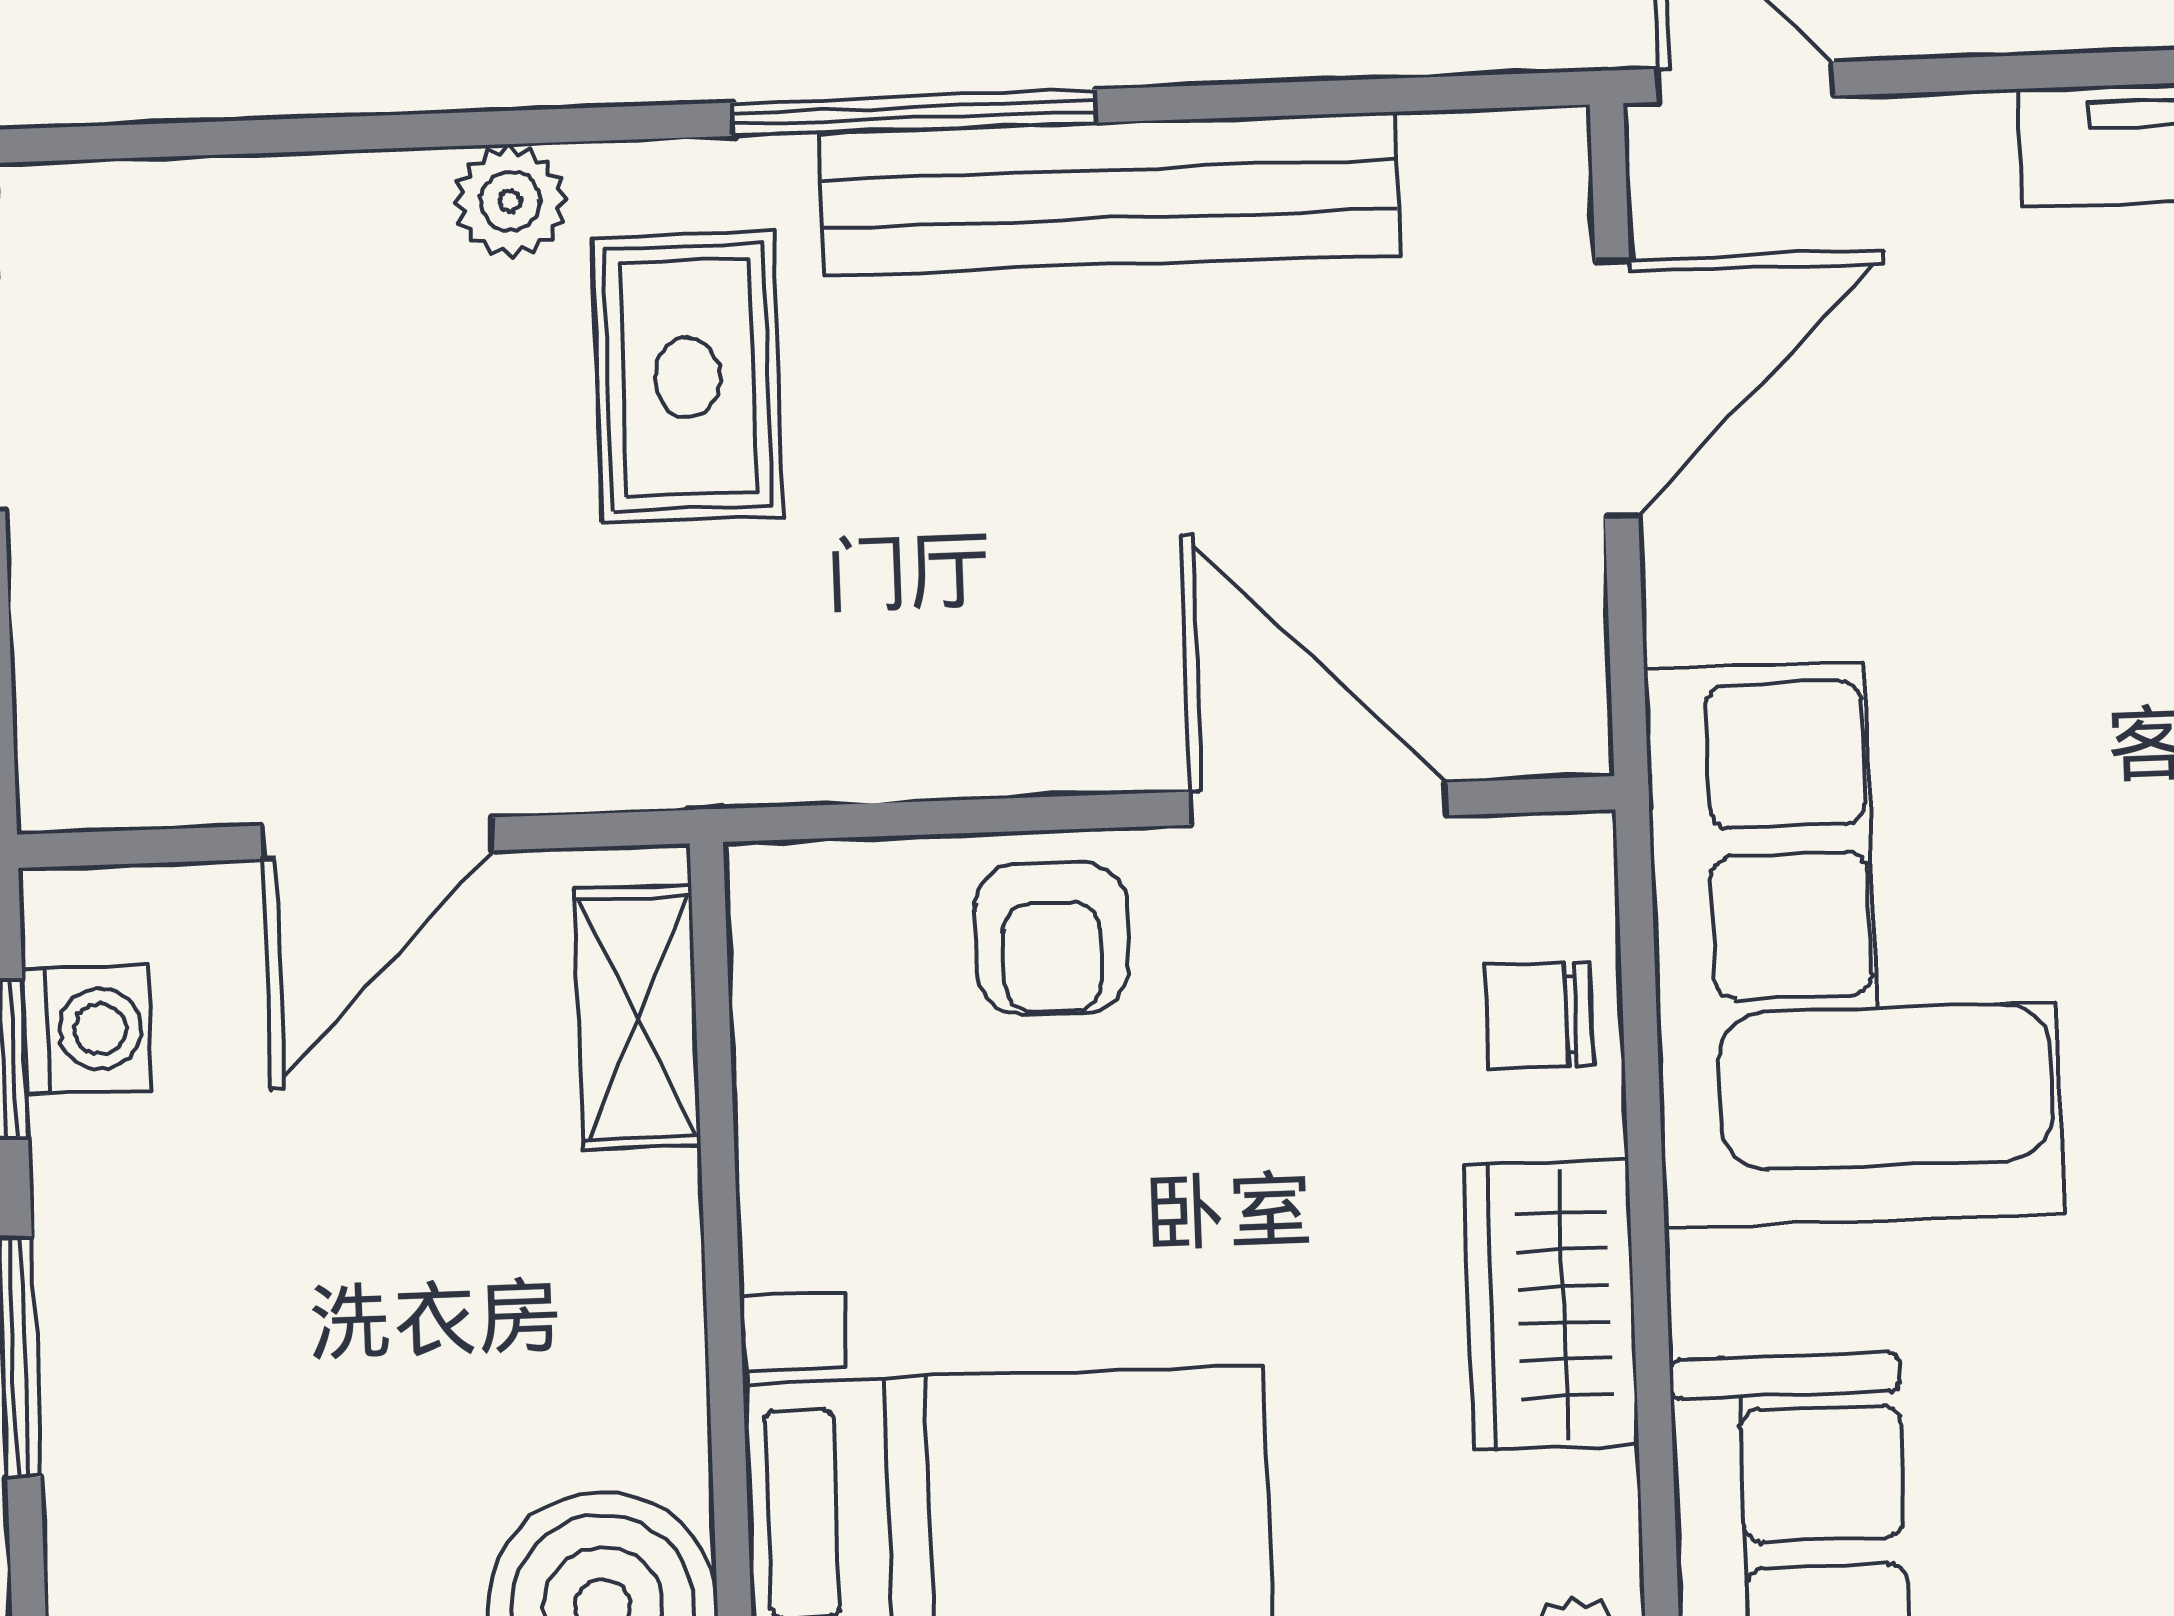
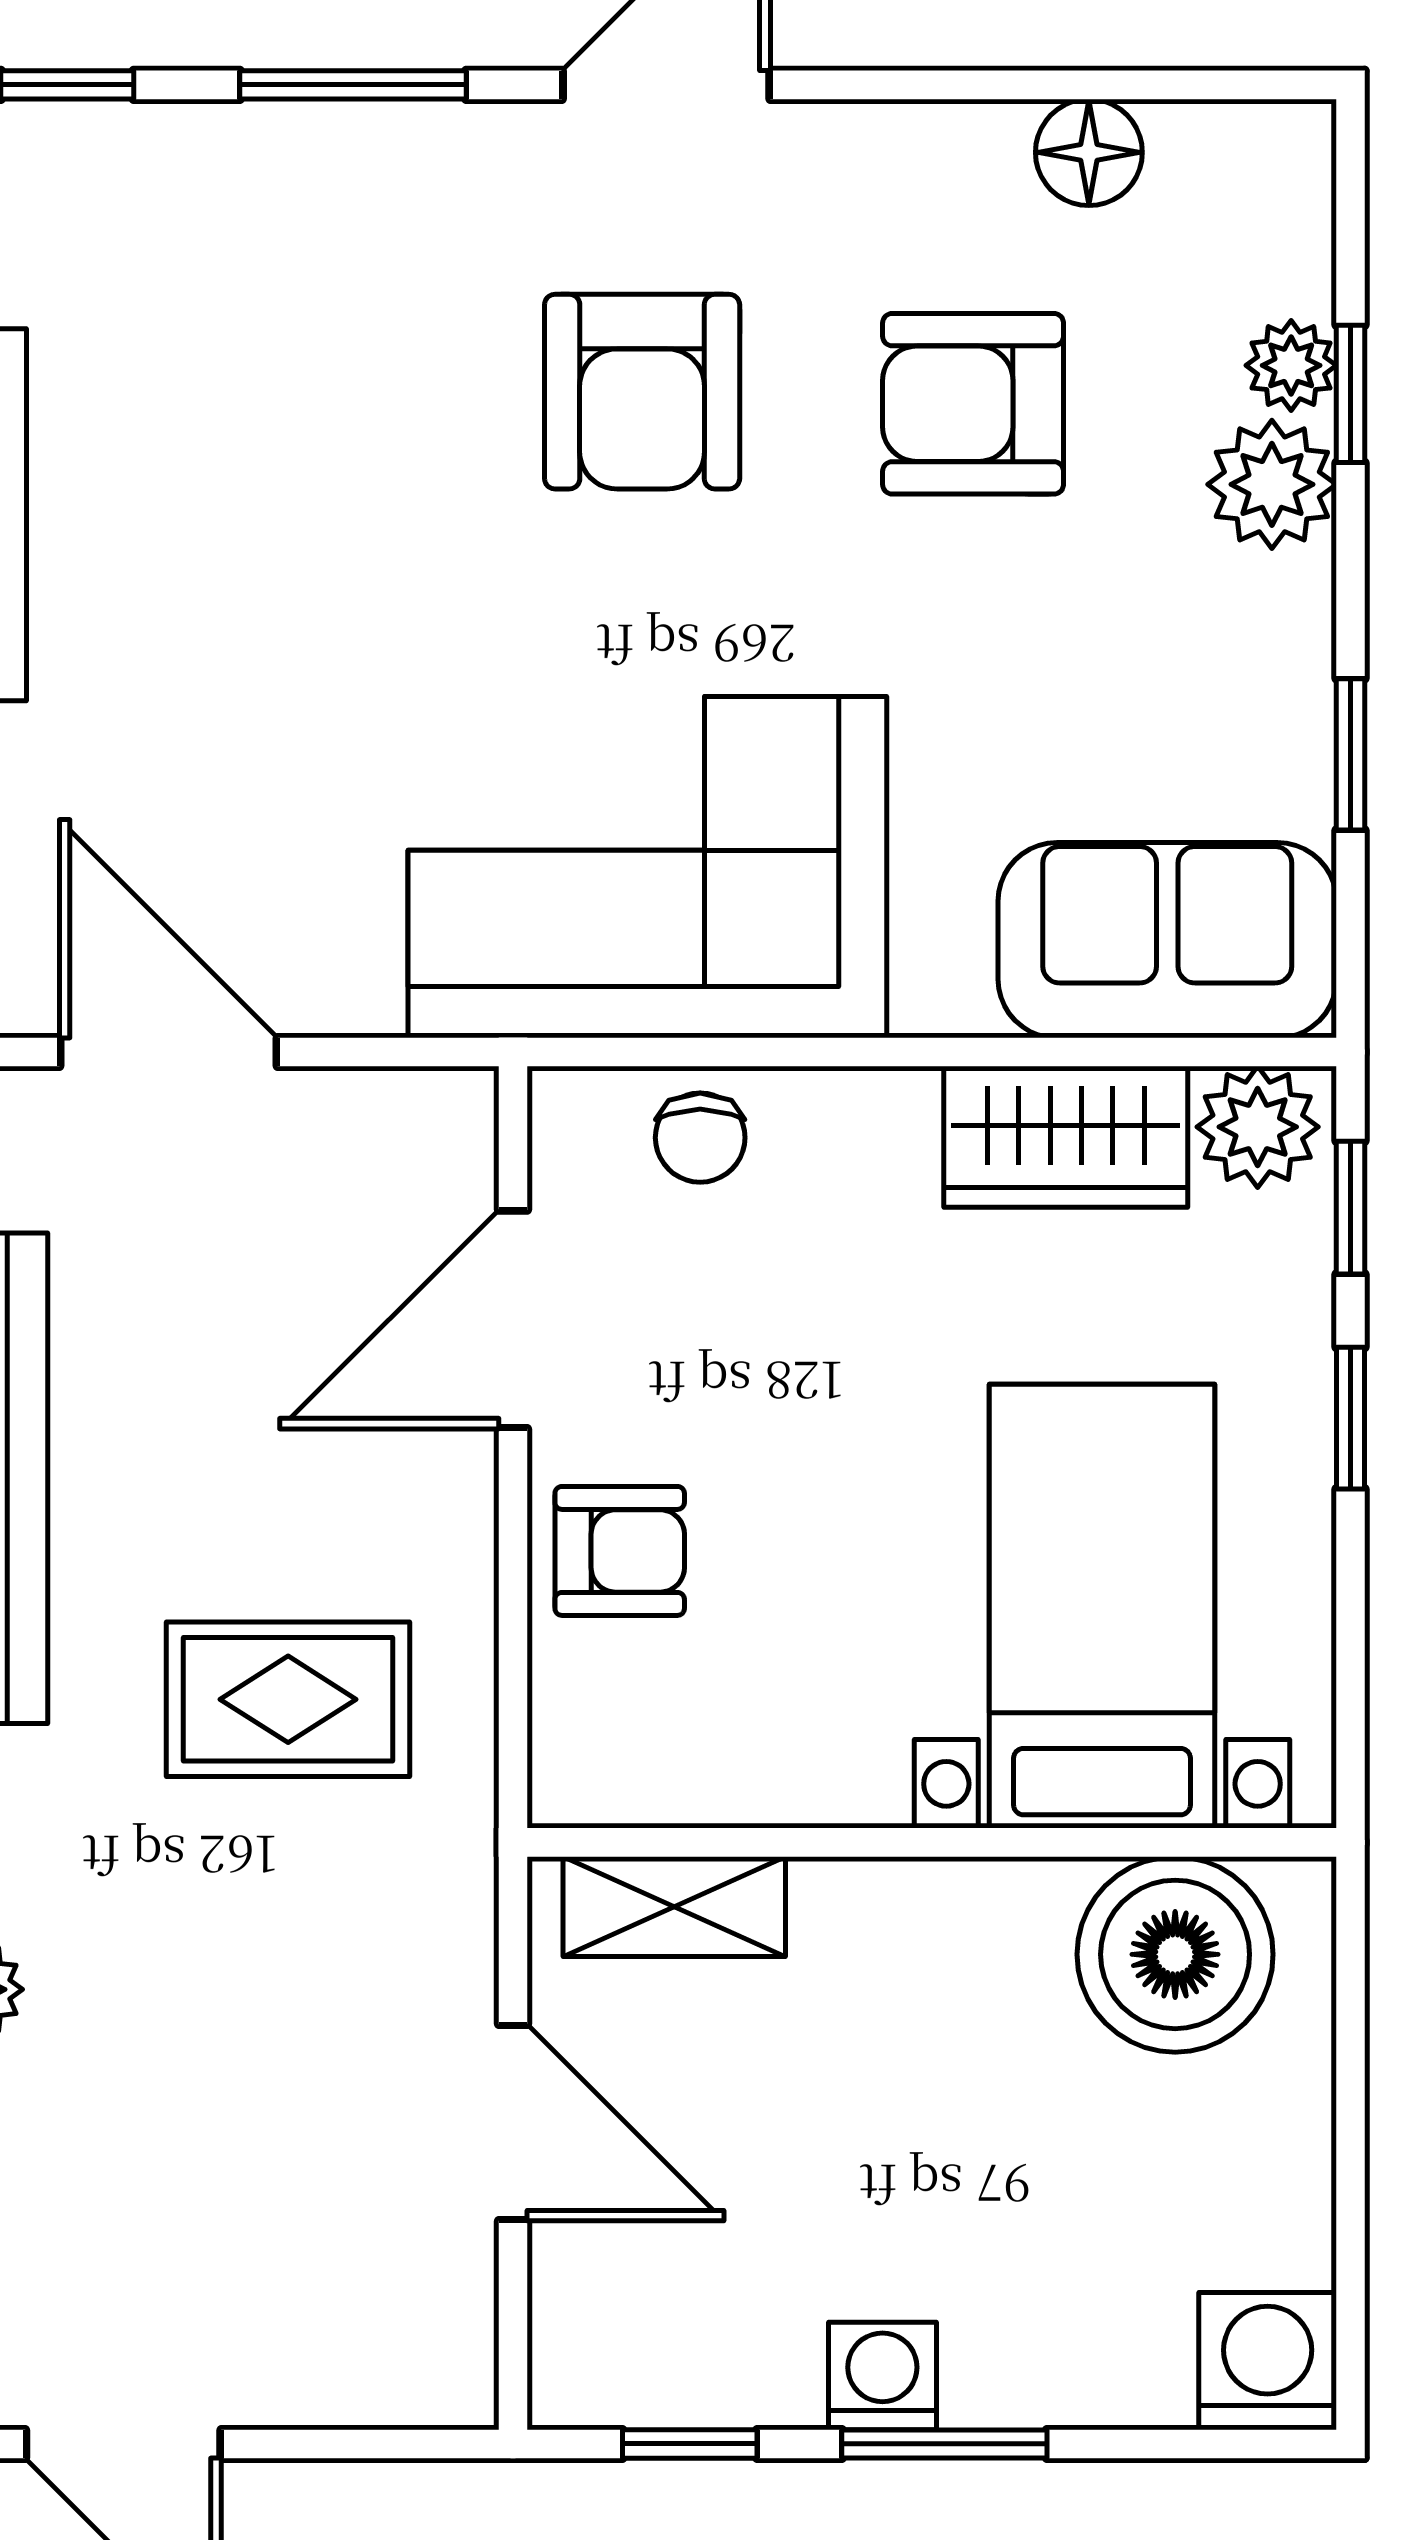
rug: (688, 377) -> (288, 1699), moved
washing machine: (87, 1030) -> (882, 2376), moved
wardrobe: (1551, 1305) -> (1066, 1137), moved

